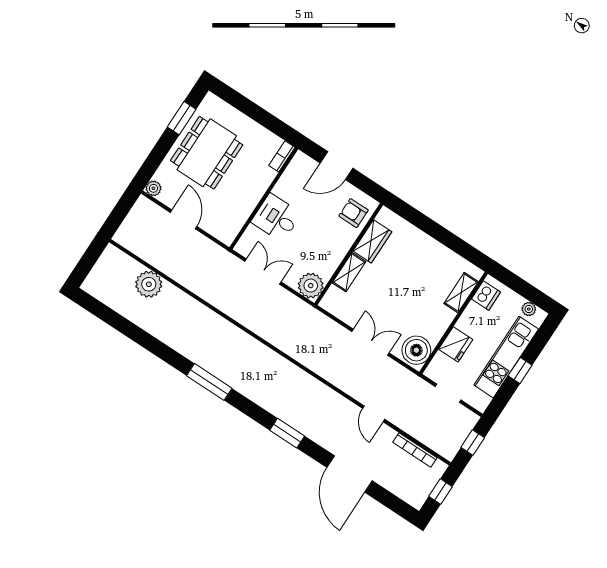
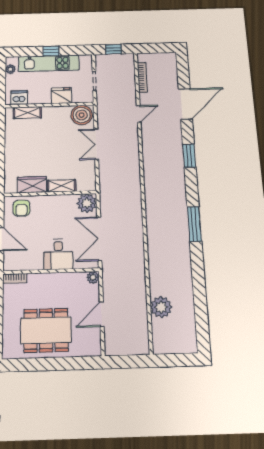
window: (182, 118) -> (33, 364), removed
plant: (153, 188) -> (93, 277), moved
double door: (263, 272) -> (99, 239), width x1.37
window: (441, 492) -> (156, 48), removed

